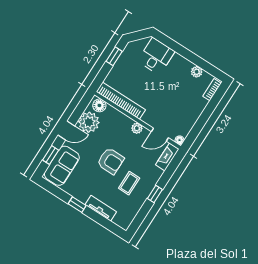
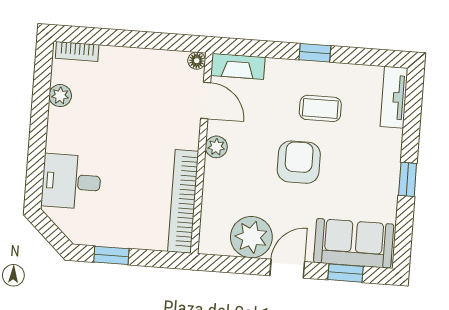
floor lamp: (99, 105) -> (212, 235), removed
door: (66, 131) -> (287, 269), hinge flipped
tv unit: (101, 208) -> (394, 97), moved

